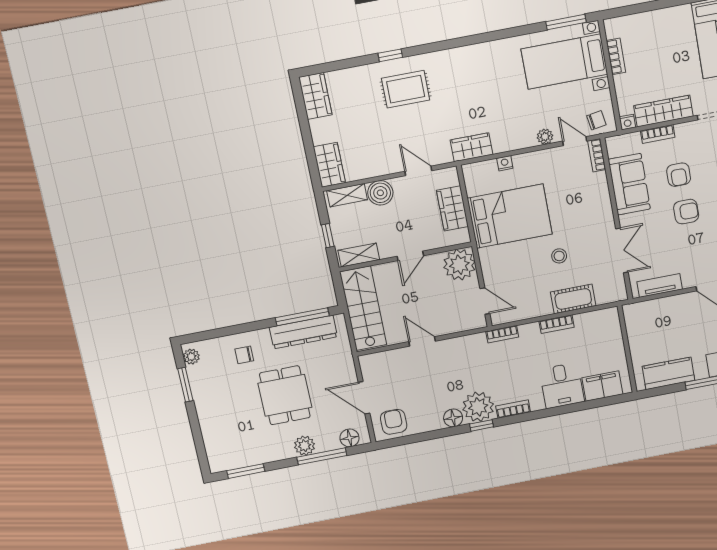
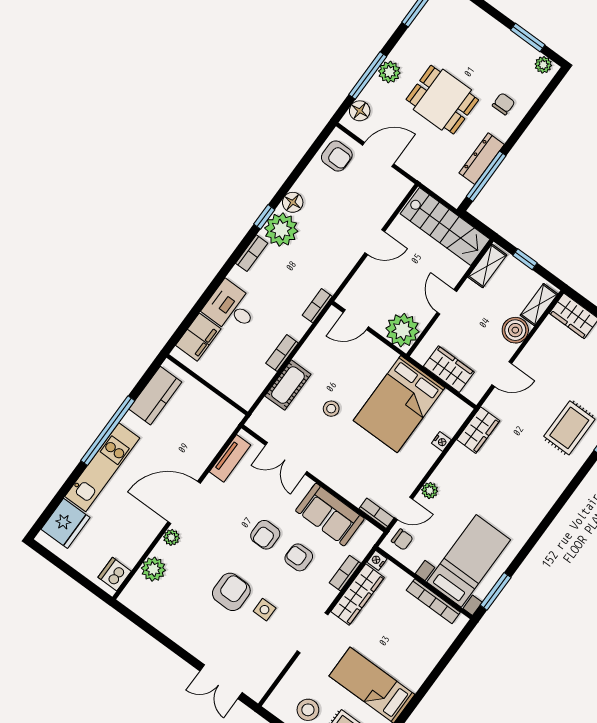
bookcase: (616, 56) -> (433, 601), width x1.56
chair: (596, 120) -> (402, 540), turned -81
dresser: (303, 332) -> (482, 159), width x0.73, depth x0.80

